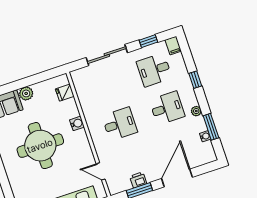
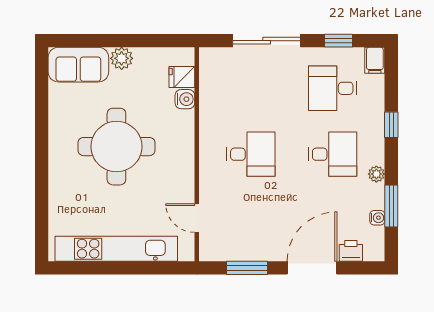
water cooler: (77, 123) -> (185, 99), moved
printer: (138, 180) -> (351, 251), moved

